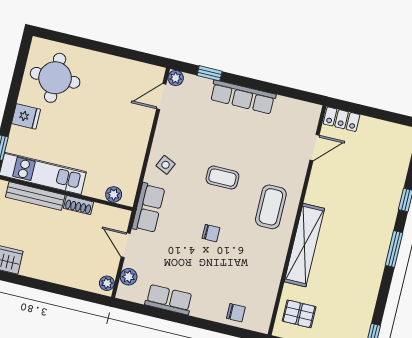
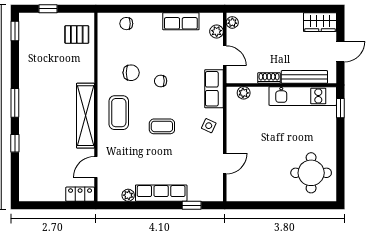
plant: (176, 78) -> (128, 195), moved
door: (161, 97) -> (225, 164), moved
fridge: (26, 116) -> (327, 137), removed
shelving: (304, 245) -> (85, 116), moved
chair: (244, 252) -> (131, 73), added

